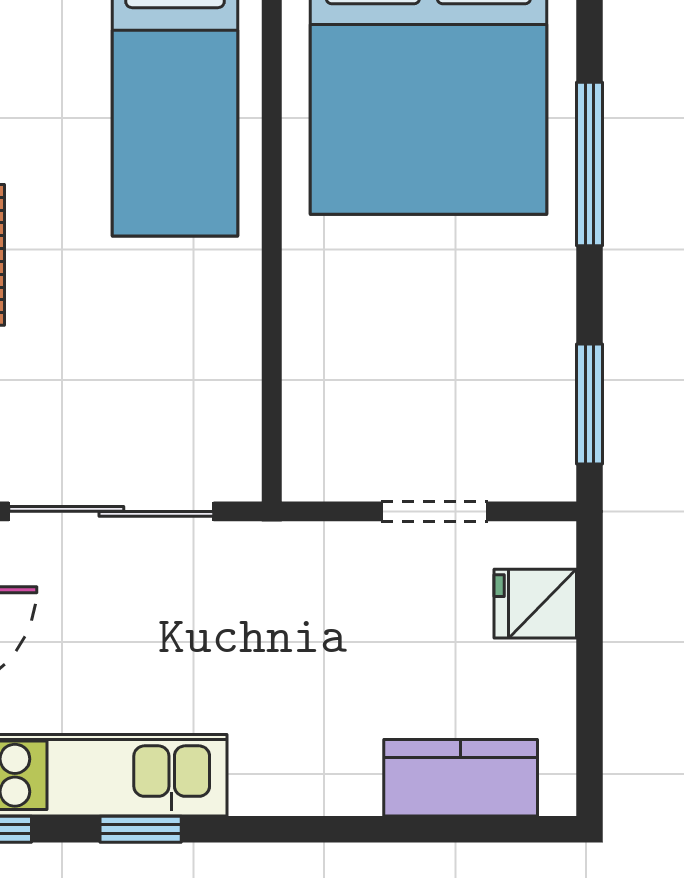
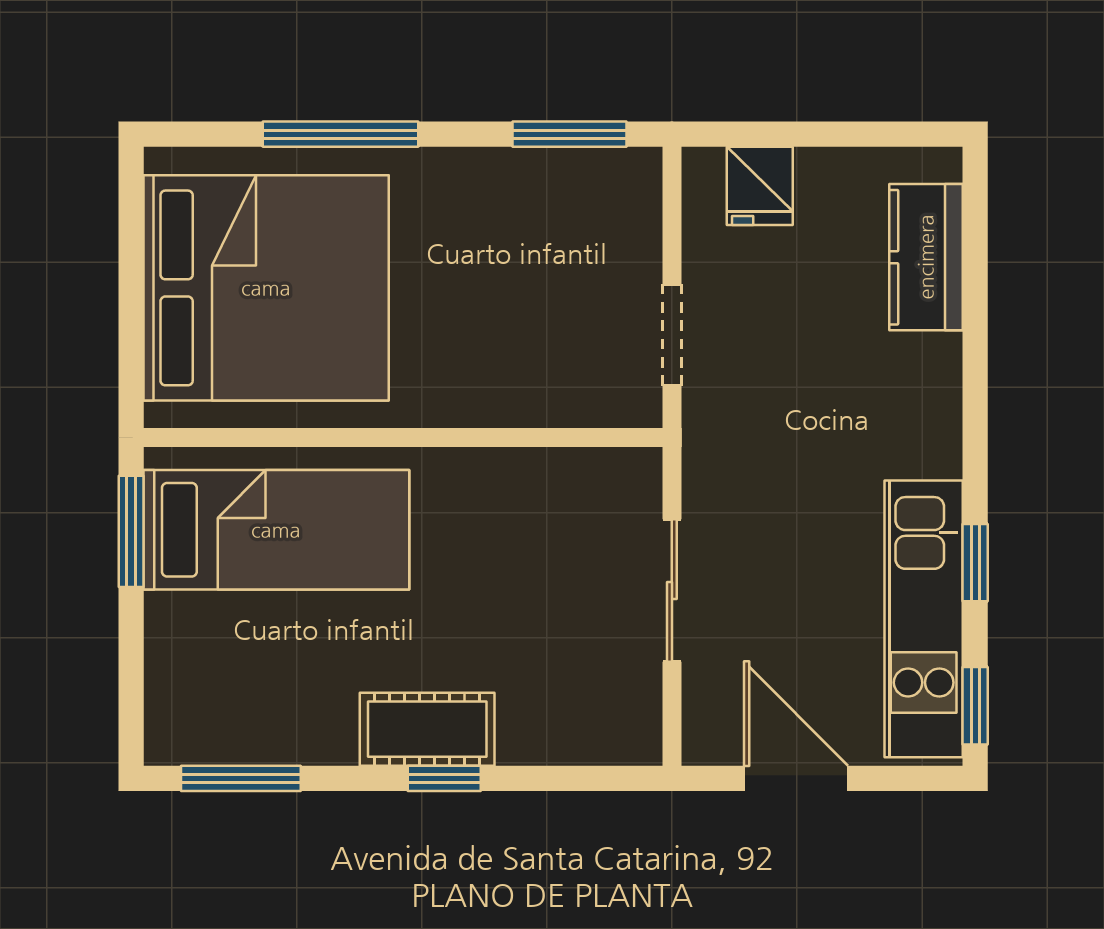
sliding door: (111, 511) -> (672, 591), width x0.73
doorway: (434, 511) -> (672, 335), moved

